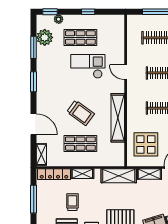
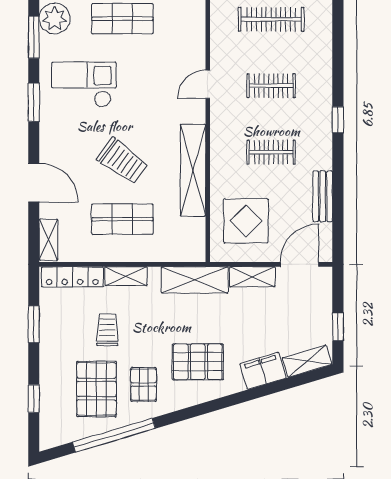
checkout: (88, 66) -> (84, 84), moved
door: (126, 72) -> (208, 84), hinge flipped
window: (34, 199) -> (34, 324), width x0.69

